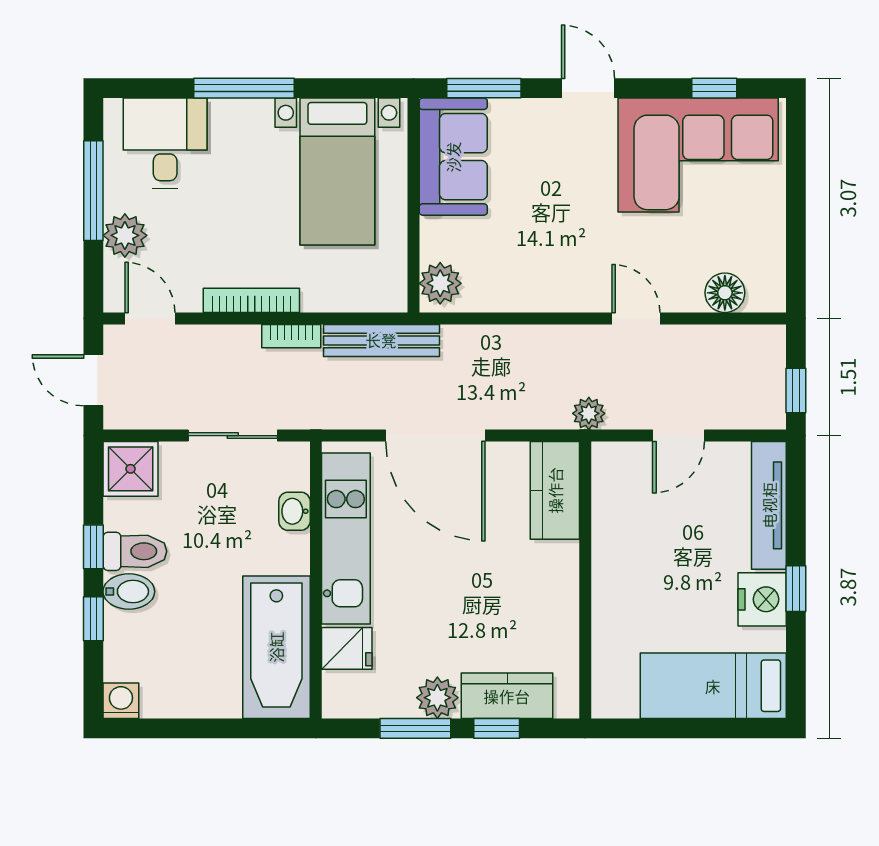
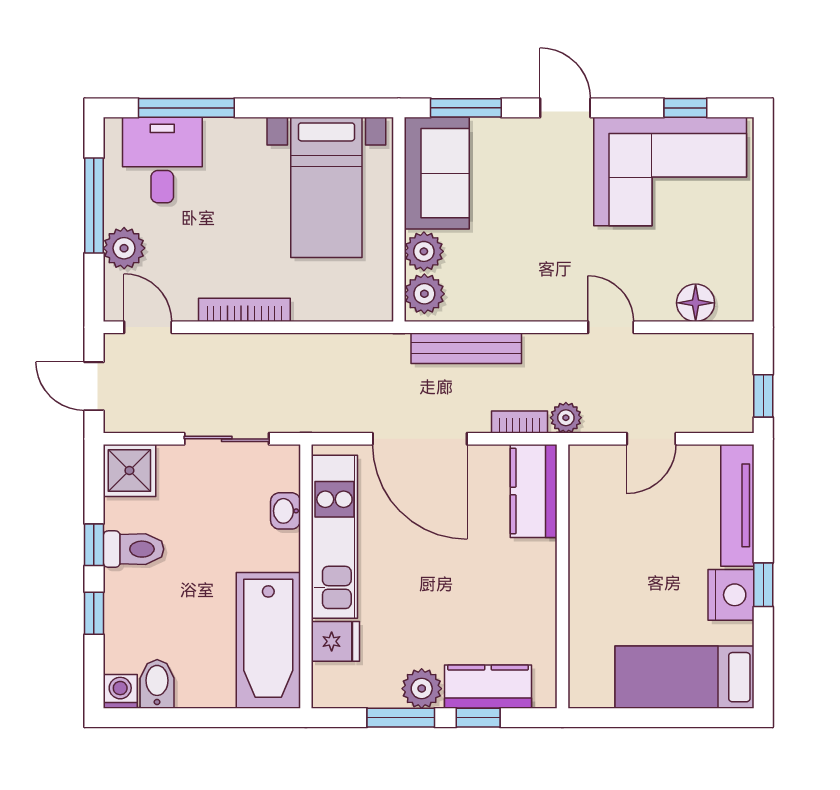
window: (244, 88) -> (186, 108), moved
plant: (440, 239) -> (424, 251), added
bookcase: (291, 336) -> (519, 422), moved, turned 180
bench: (381, 340) -> (466, 348), moved
bidet: (129, 591) -> (157, 684), moved, turned -90

